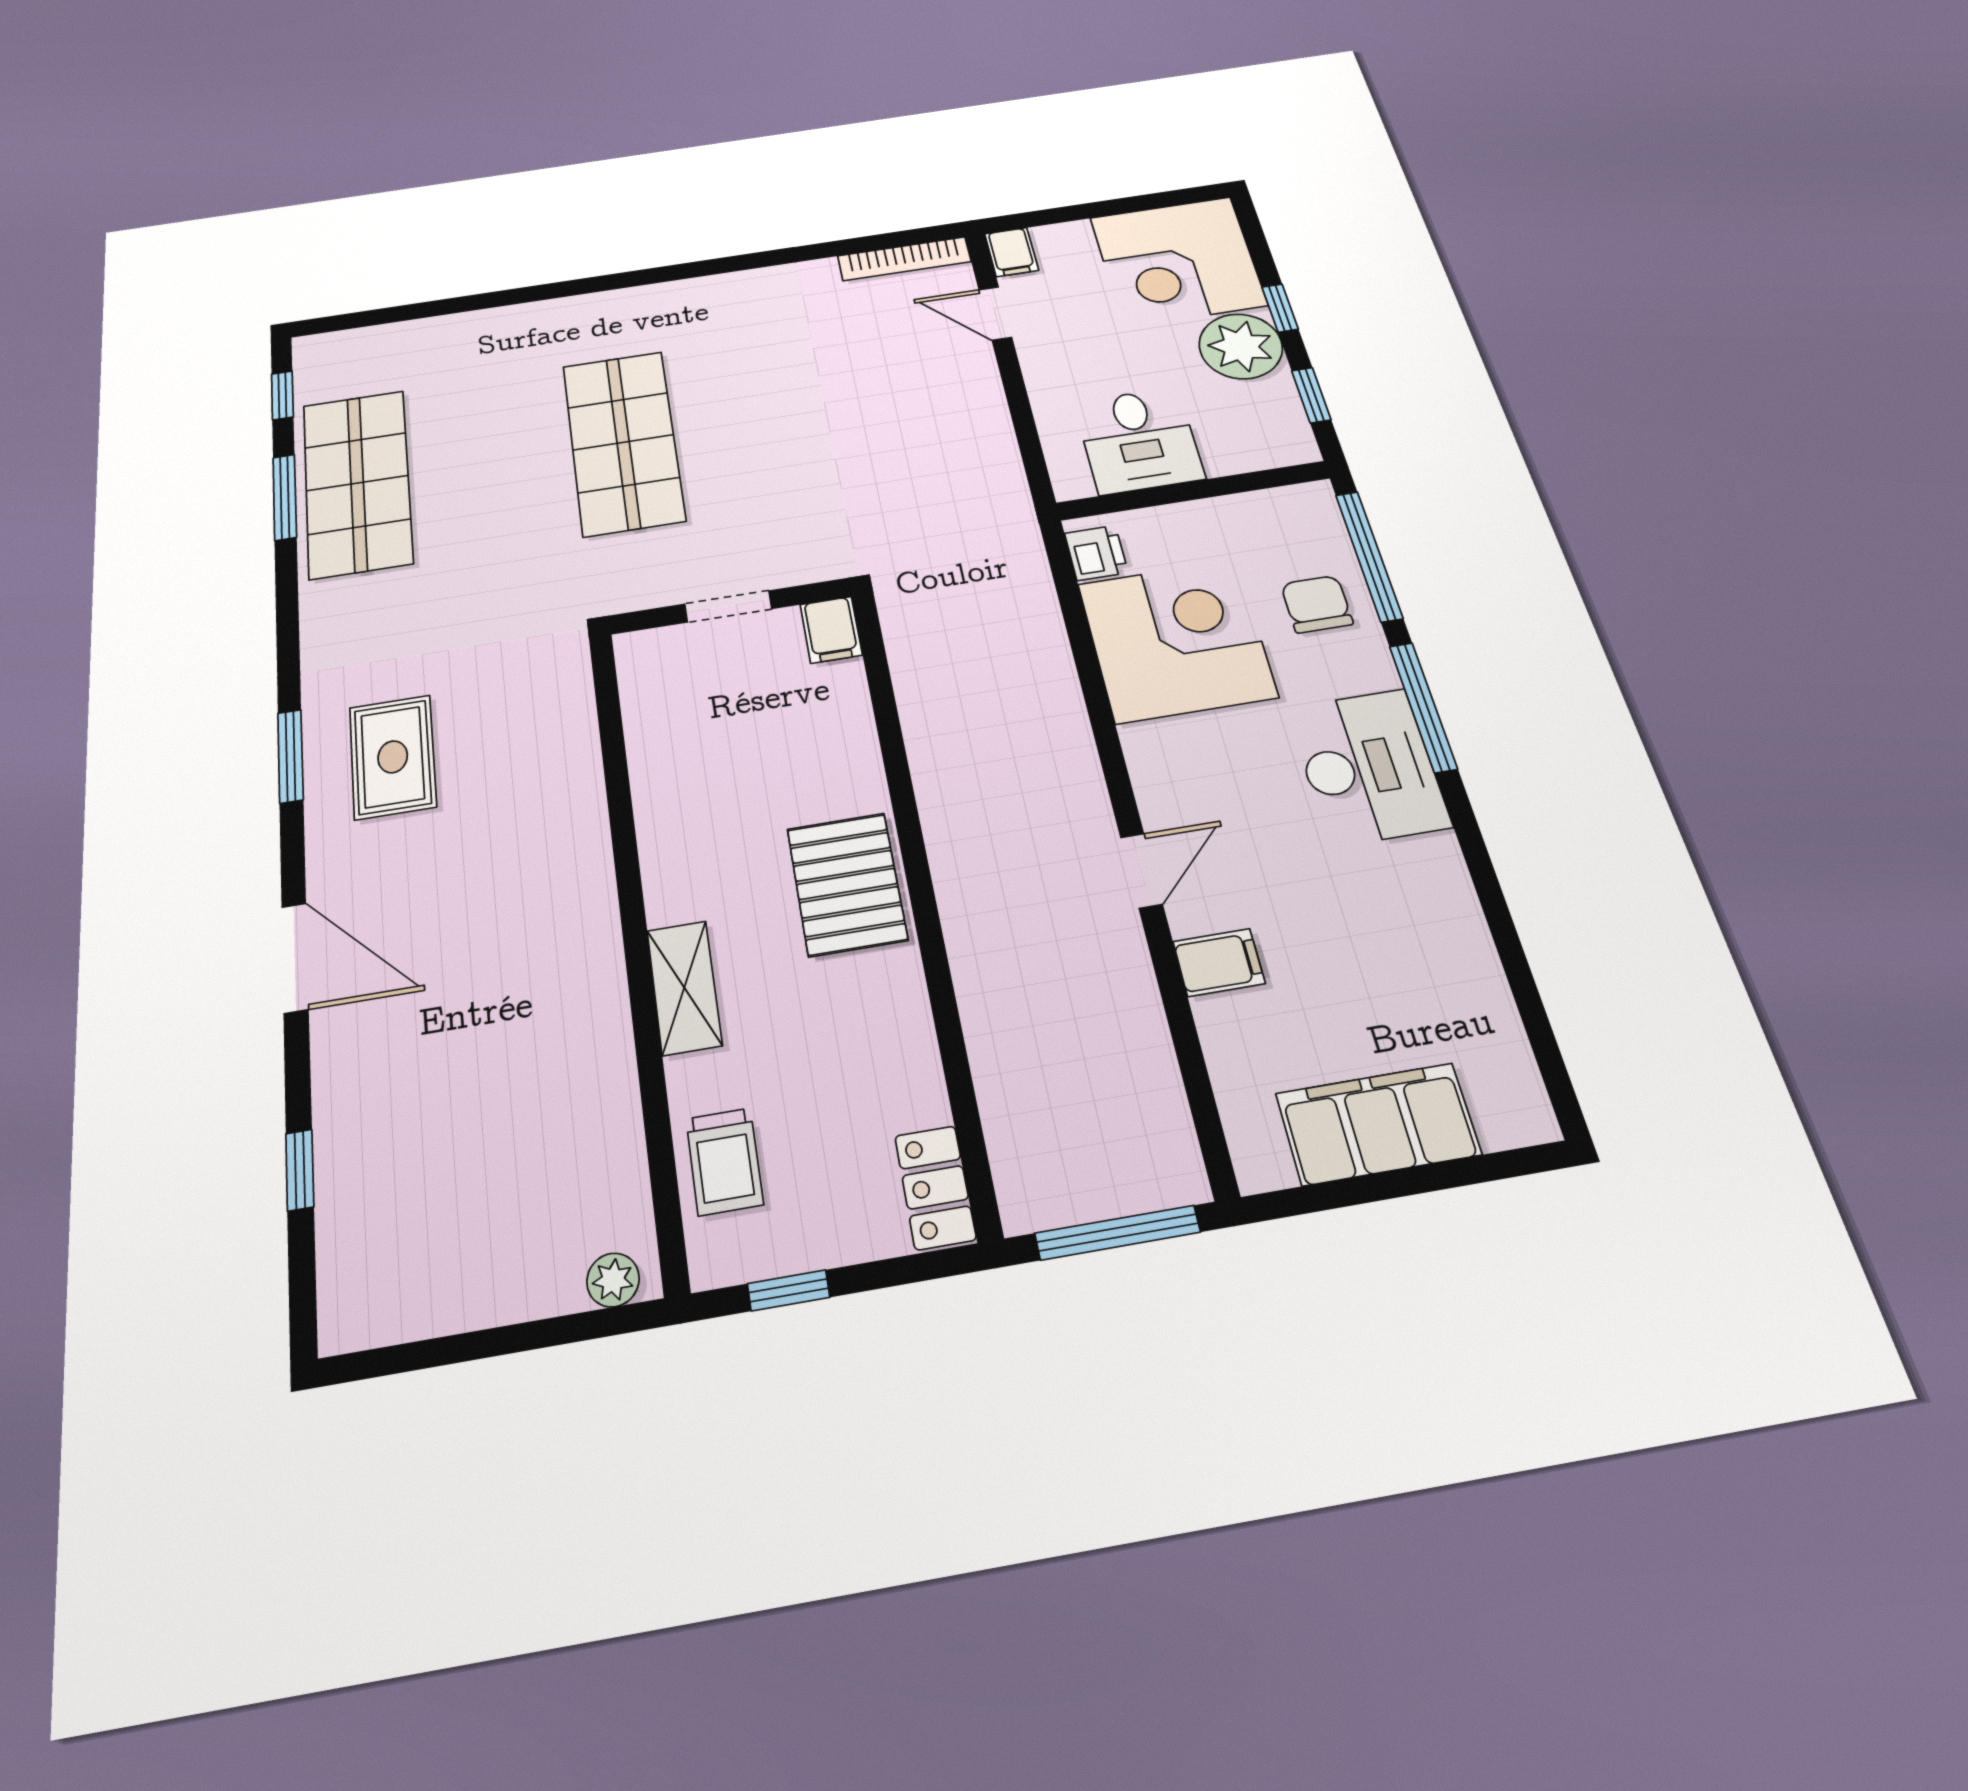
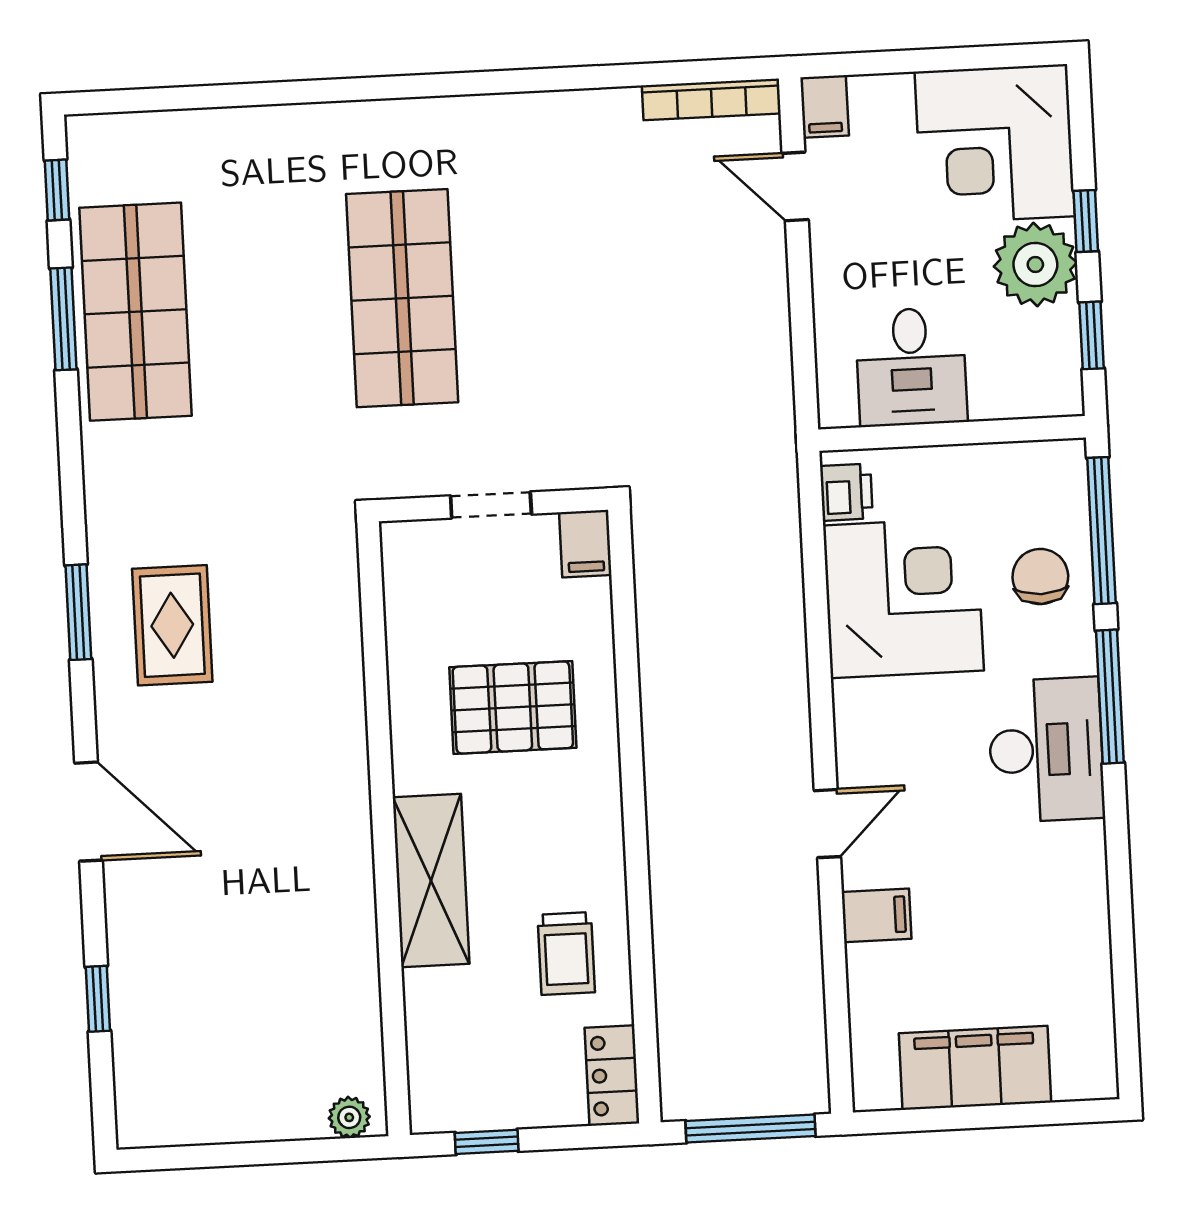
pallet: (847, 884) -> (513, 707), moved, turned 90
shelving: (684, 988) -> (431, 880), width x1.50, depth x1.33
trolley: (724, 1161) -> (566, 953), moved

